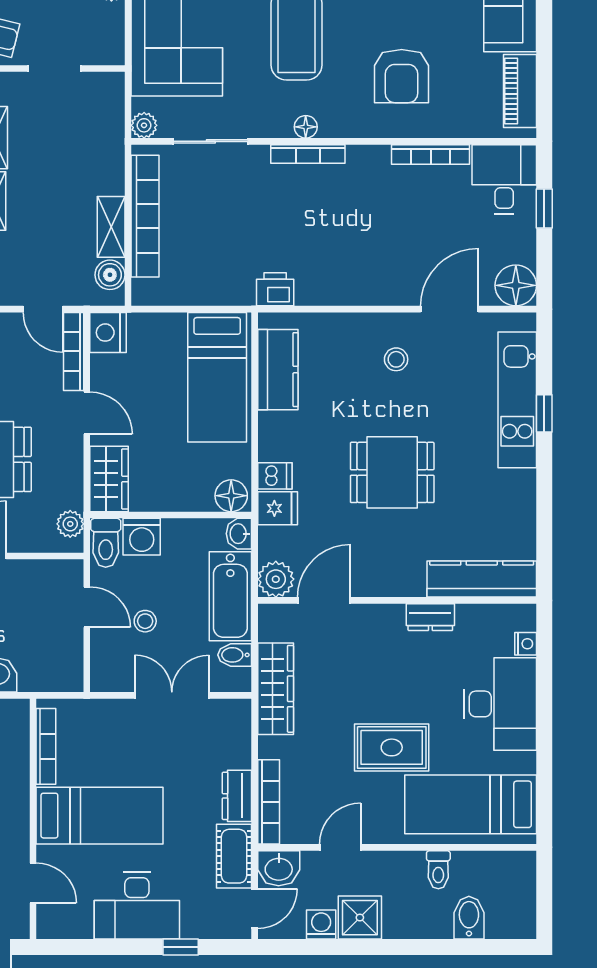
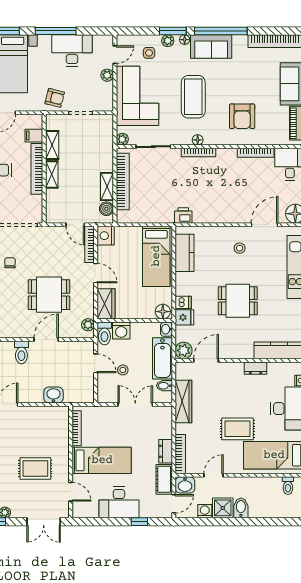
toilet: (438, 870) -> (288, 486), moved
bidet: (469, 918) -> (241, 508), moved

